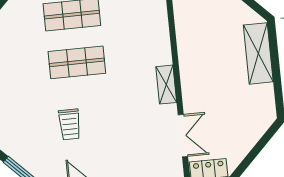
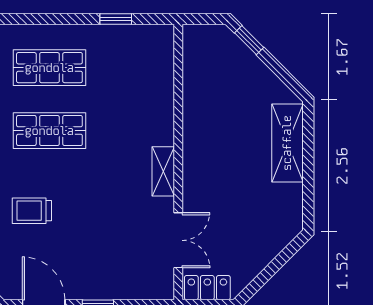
trolley: (70, 124) -> (32, 211), turned 90

